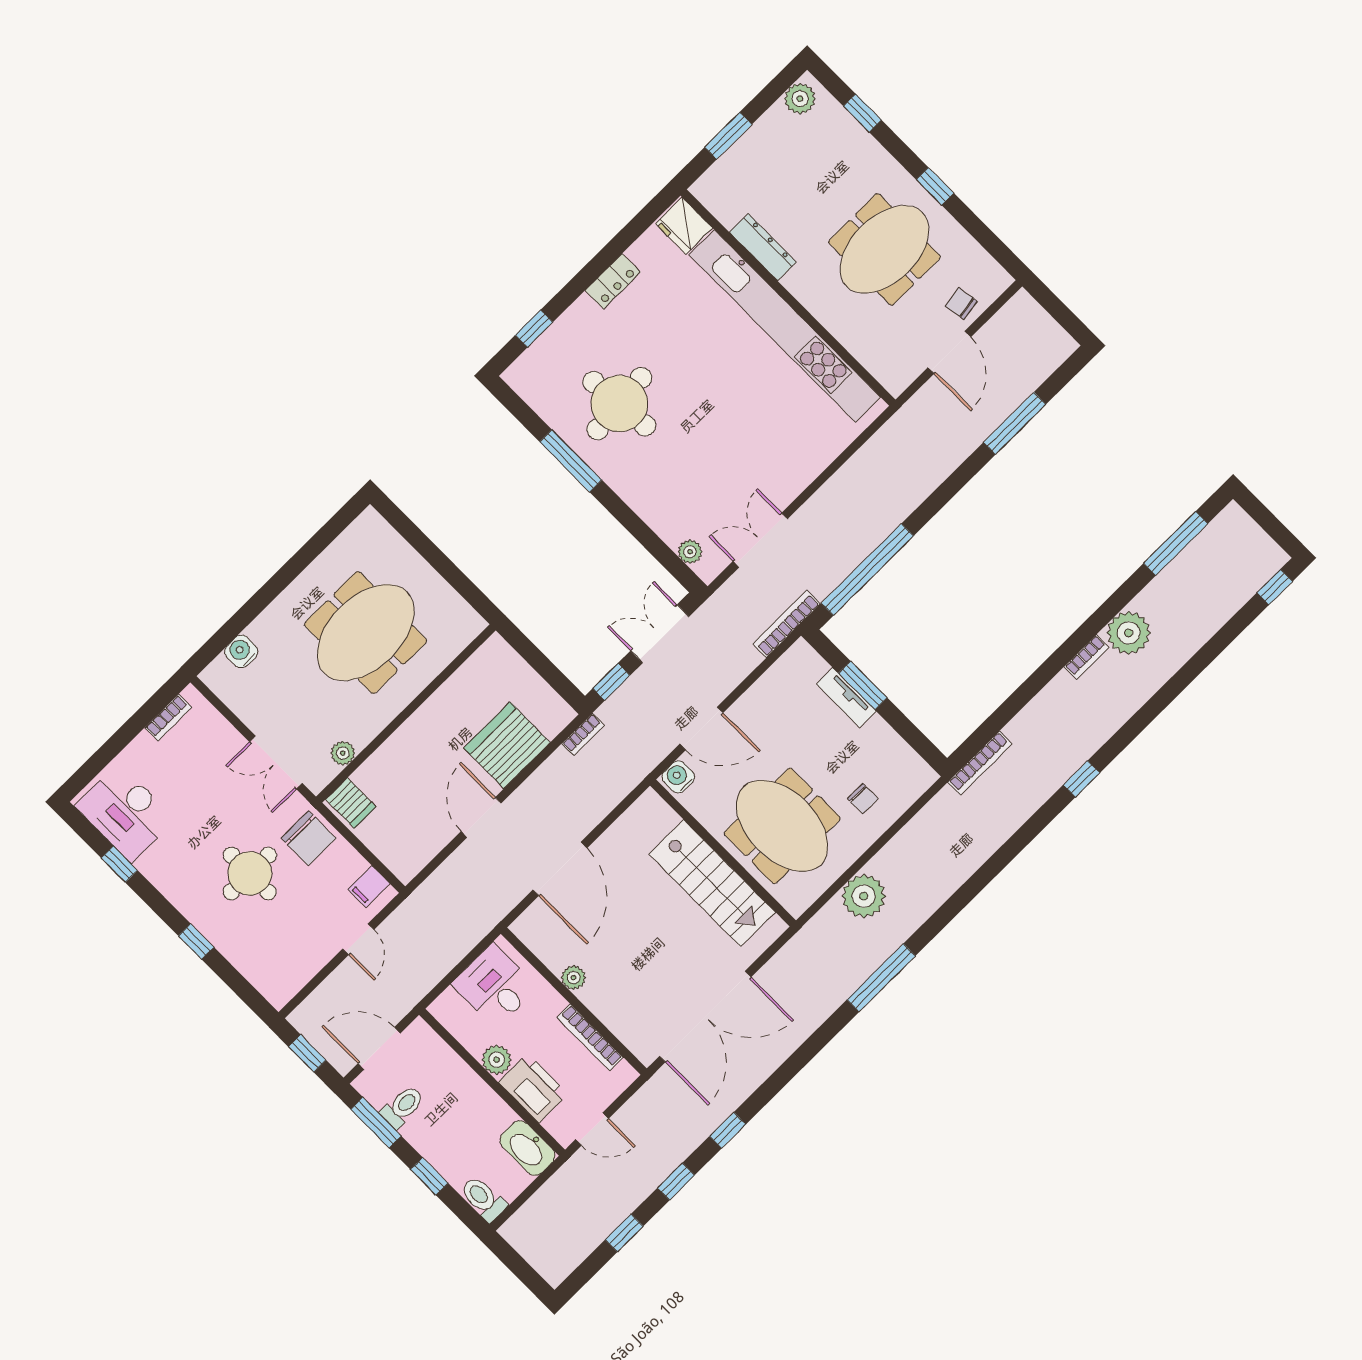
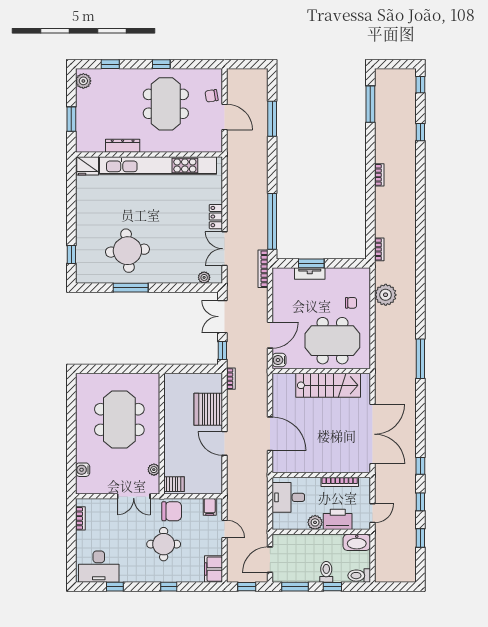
locker: (613, 281) -> (216, 217), moved, turned 180
plant: (1129, 633) -> (385, 152), removed
bookcase: (980, 763) -> (379, 249), width x0.64
window: (1081, 779) -> (420, 132), moved
plant: (864, 896) -> (386, 295), moved
plant: (574, 978) -> (313, 467), removed
filing cabinet: (285, 981) -> (213, 569), added
toilet: (402, 1107) -> (326, 572), moved

